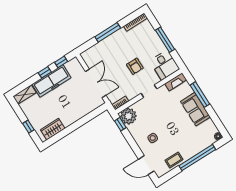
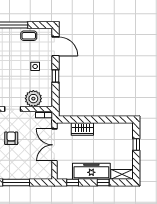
window: (45, 72) -> (103, 182), moved
plant: (128, 116) -> (33, 99), moved
window: (120, 124) -> (56, 76), moved
wardrobe: (53, 129) -> (82, 129), moved

